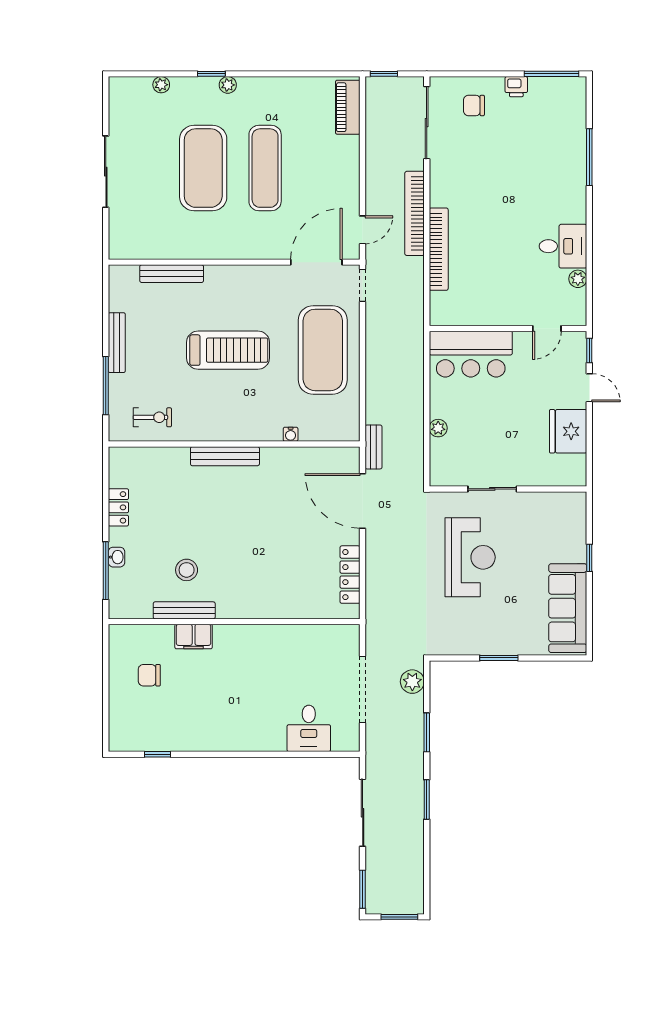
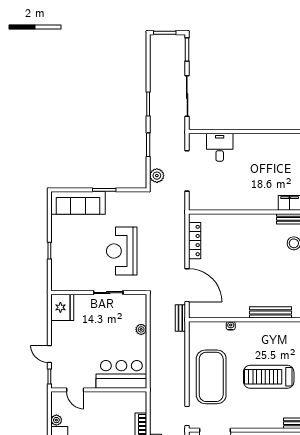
door: (547, 328) -> (75, 390), swing flipped
fridge: (568, 431) -> (62, 307), moved
sofa: (568, 608) -> (78, 203), moved, turned 90

